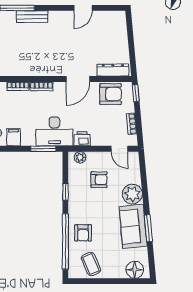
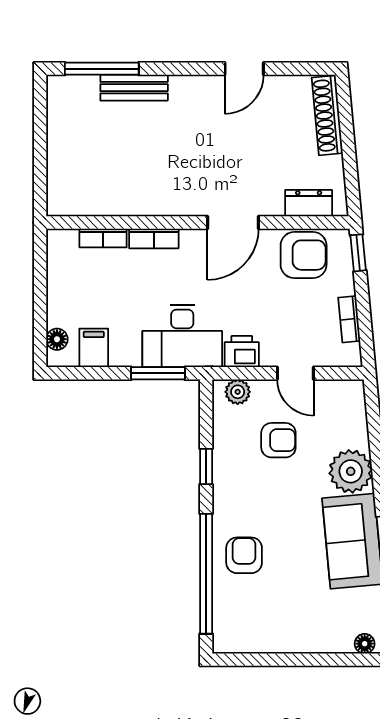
shoe rack: (121, 29) -> (327, 115), added
dresser: (113, 70) -> (309, 203), width x0.70
door: (119, 149) -> (295, 373), moved
armchair: (83, 233) -> (244, 555), turned 180
coffee table: (91, 264) -> (261, 622), removed
floor lamp: (135, 270) -> (365, 644), width x0.53, depth x0.53

